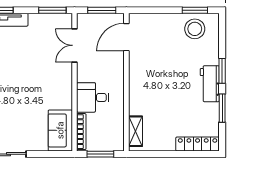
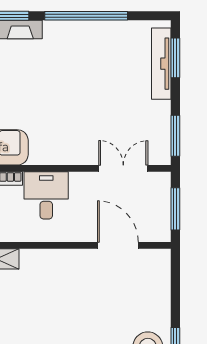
door: (126, 37) -> (118, 245), moved

